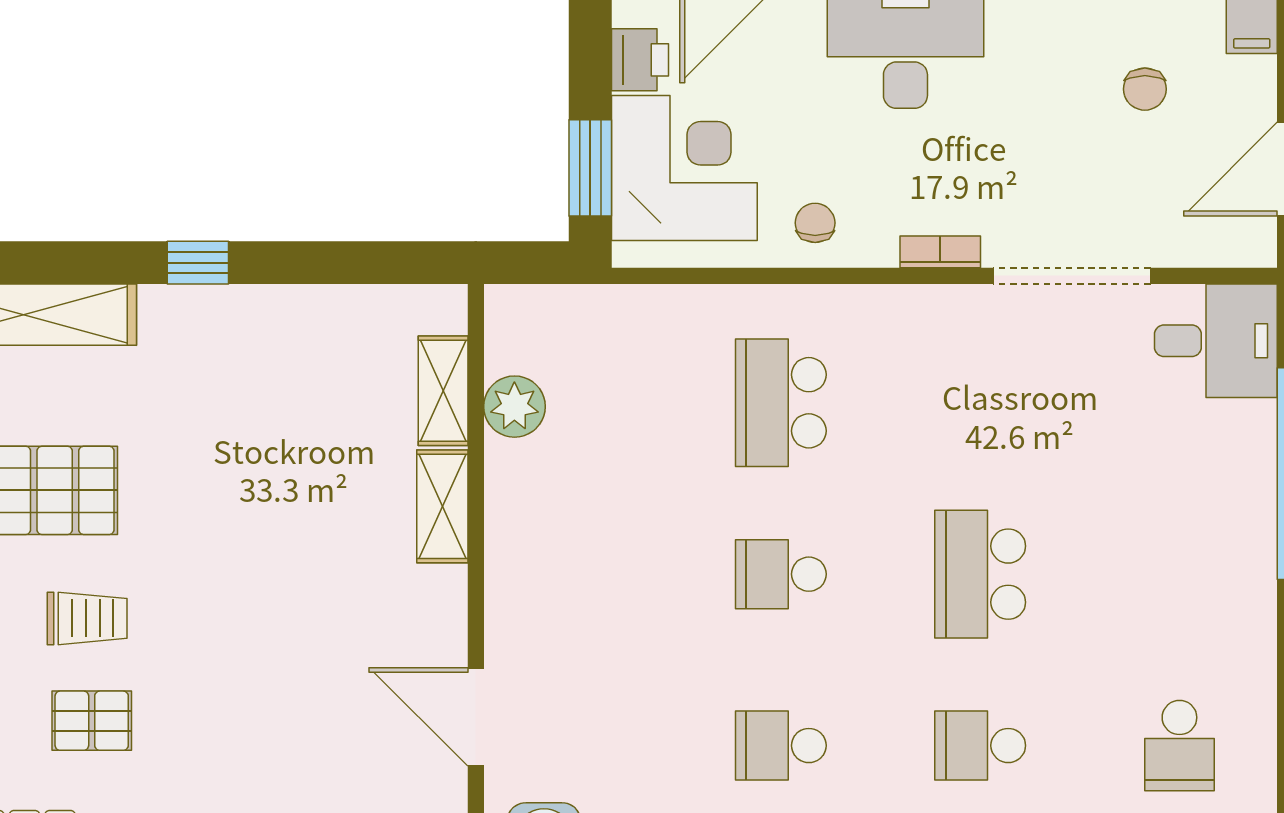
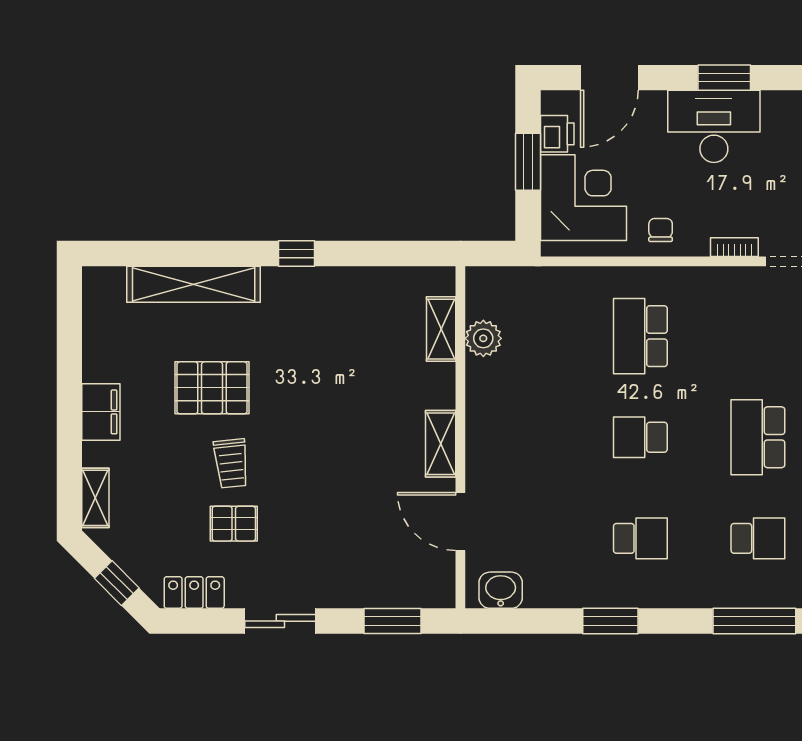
window: (590, 168) -> (528, 162), moved
shelving: (442, 506) -> (441, 444), moved
trolley: (87, 618) -> (231, 463), turned 84
school desk: (781, 746) -> (640, 538), turned 180
school desk: (980, 746) -> (758, 538), turned 180

